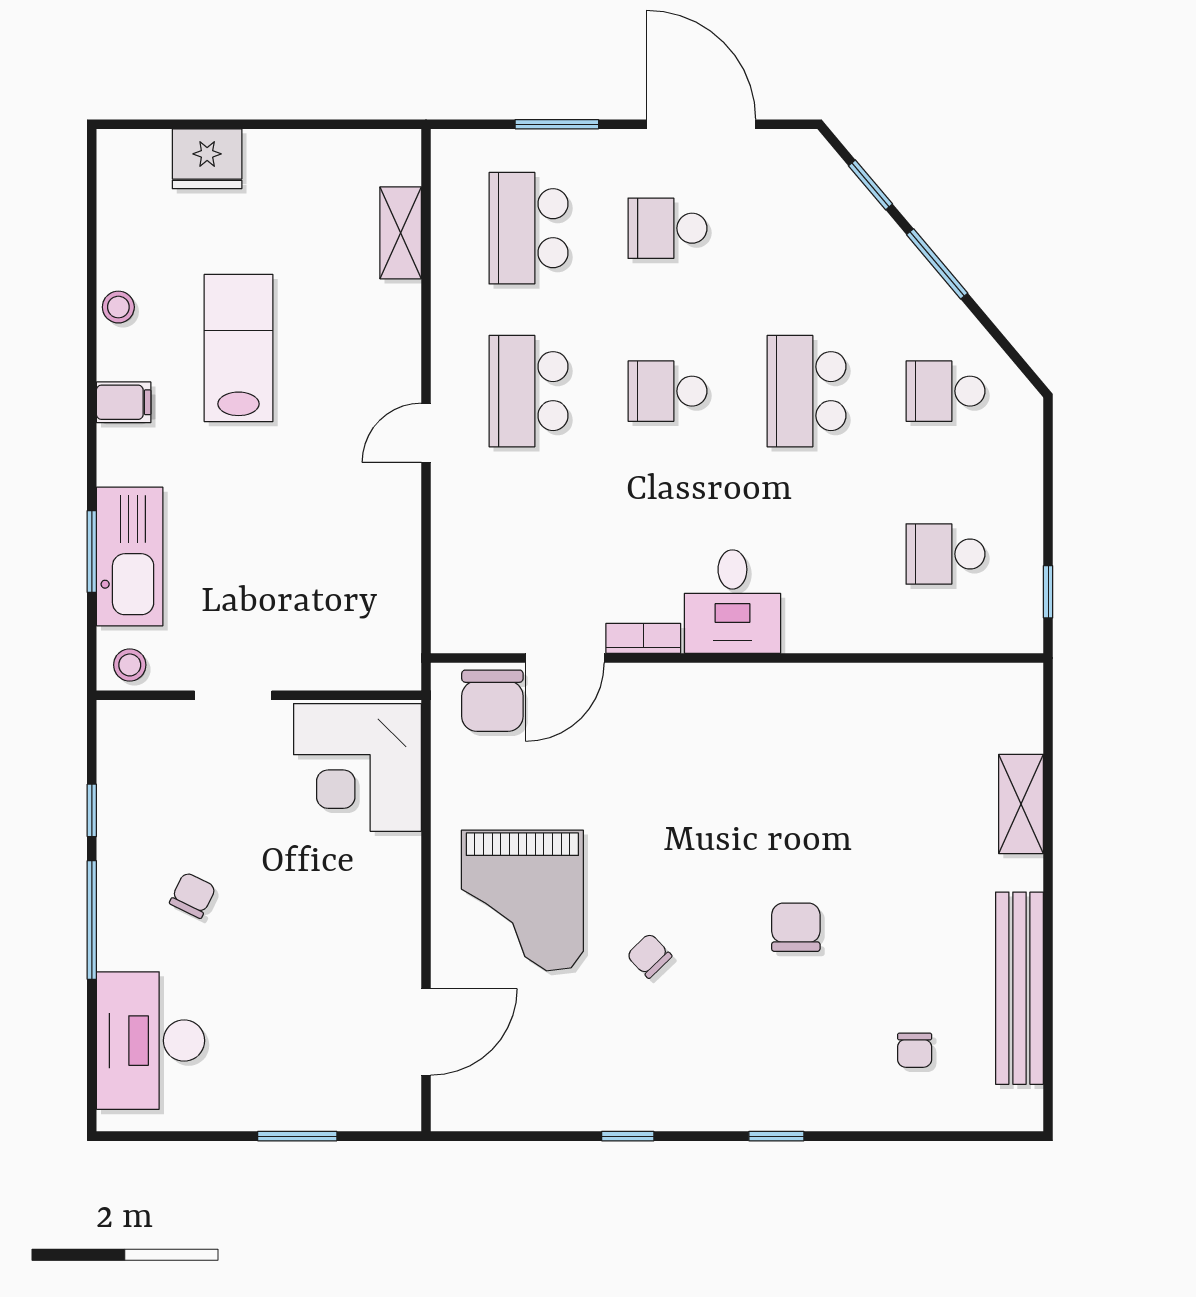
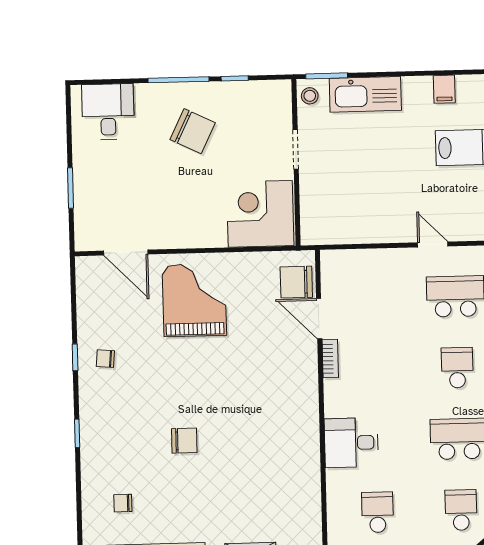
window: (92, 552) -> (327, 76), moved
desk: (732, 602) -> (351, 443), moved
chair: (193, 895) -> (193, 131), width x1.87, depth x1.87
grand piano: (522, 900) -> (194, 300), turned 90
chair: (649, 956) -> (105, 359), moved, turned -131
desk: (150, 1041) -> (108, 112), width x0.73

